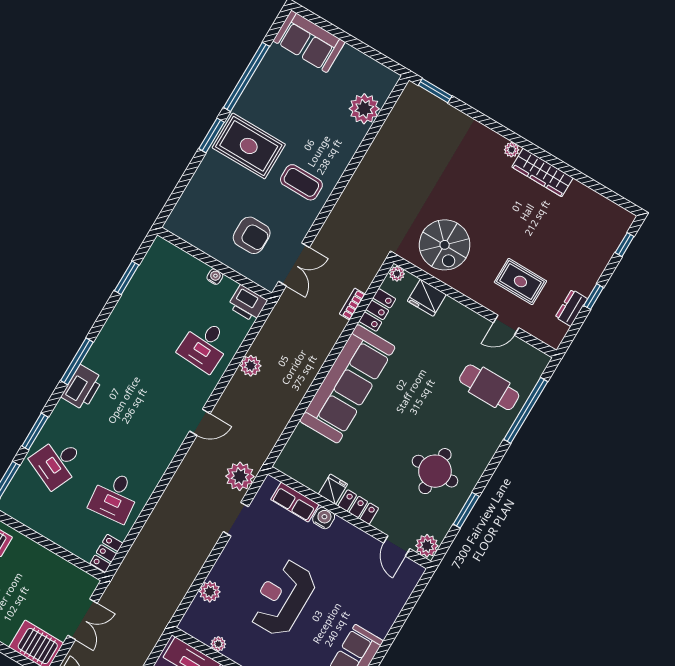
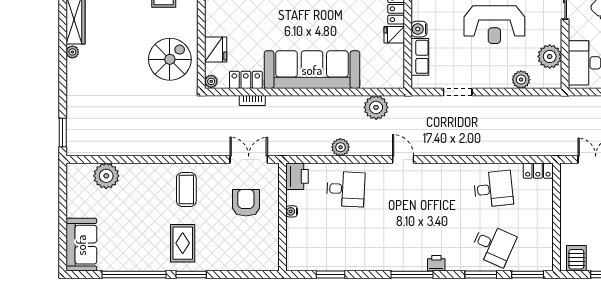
rug: (249, 146) -> (183, 243), width x0.73, depth x0.70
printer: (82, 388) -> (436, 263), width x0.53, depth x0.68
plant: (240, 476) -> (376, 107), moved
plant: (218, 644) -> (550, 56), width x1.88, depth x1.88

